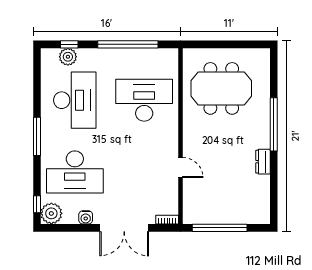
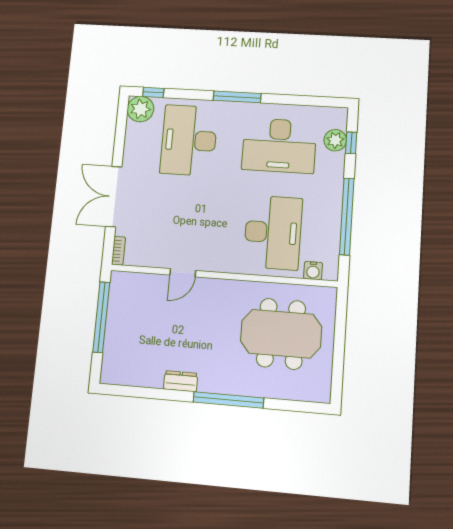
meeting table: (221, 88) -> (281, 334), turned 90
water cooler: (86, 217) -> (313, 271), moved, turned -90

